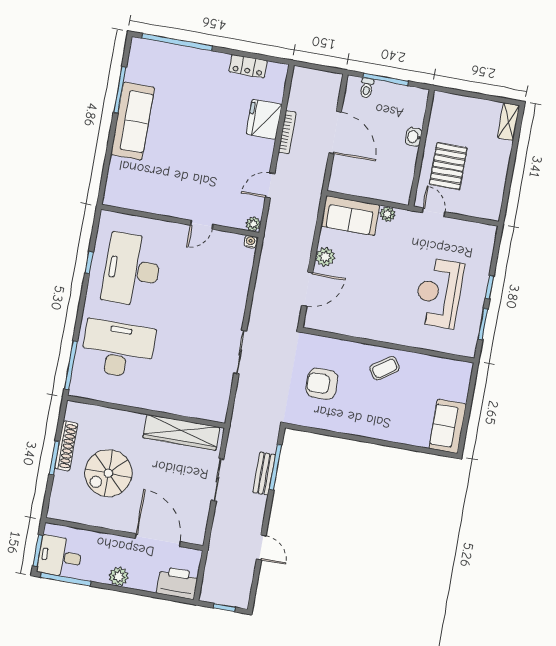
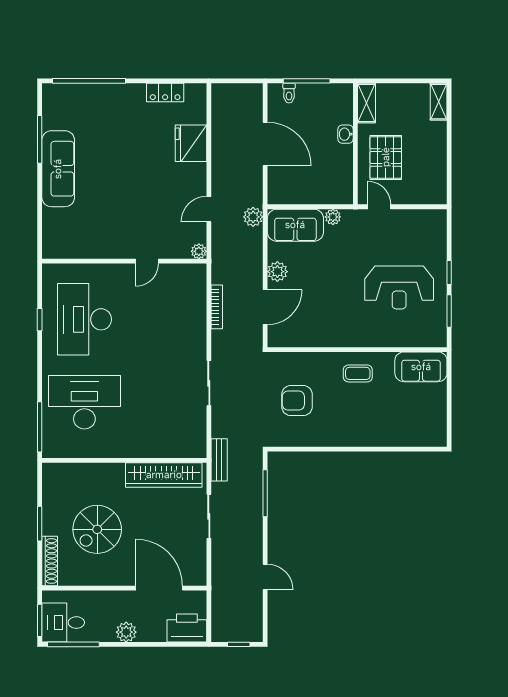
shelving: (439, 111) -> (367, 103), added
bookcase: (287, 132) -> (217, 307), moved
plant: (311, 200) -> (253, 217), added
water cooler: (250, 242) -> (199, 270), removed
reception desk: (439, 293) -> (399, 287), turned -90
coffee table: (385, 368) -> (358, 373), turned 35
sofa: (448, 426) -> (421, 367), moved, turned -90
shoe rack: (66, 446) -> (50, 561), moved
bench: (264, 474) -> (219, 460), moved

